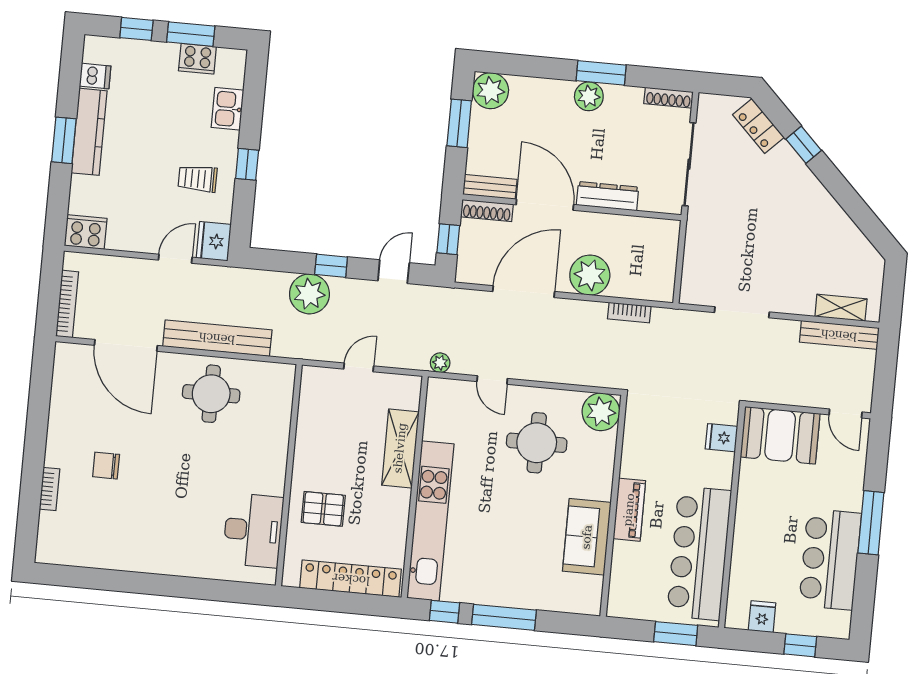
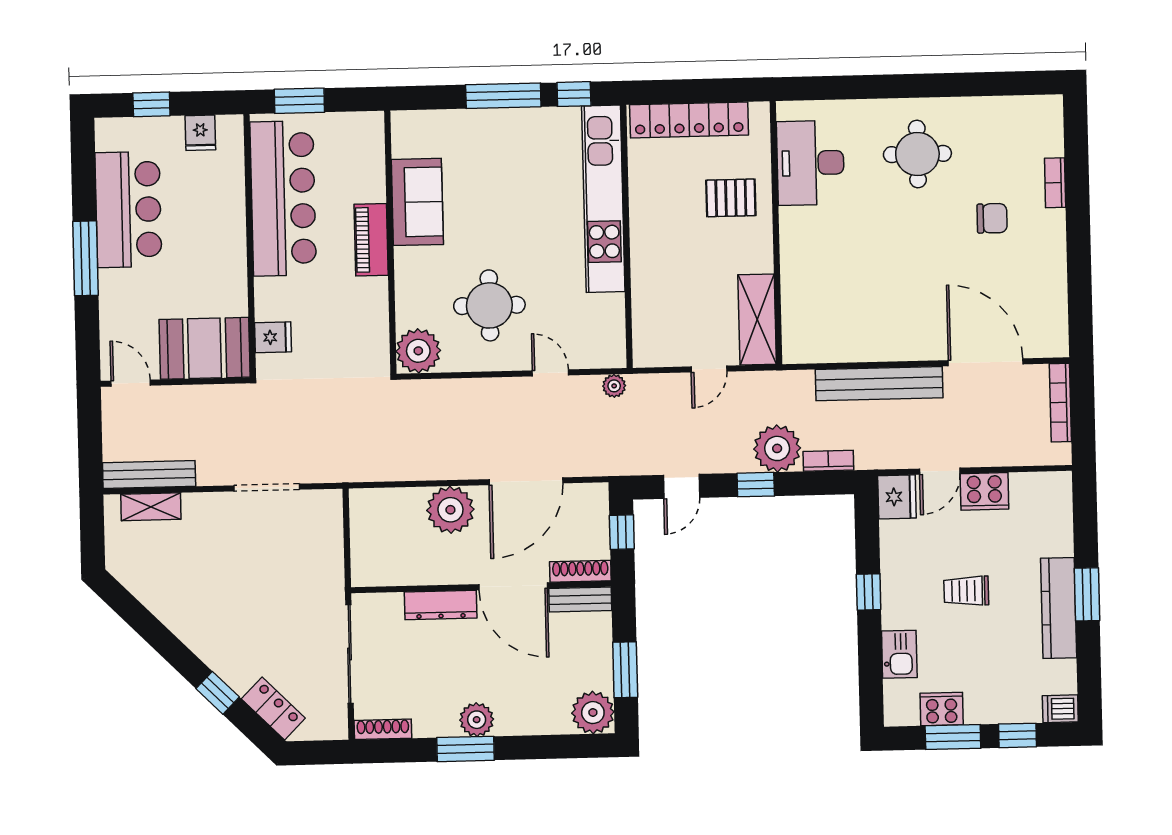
dishwasher: (95, 76) -> (1060, 709), moved
trolley: (198, 179) -> (966, 591), moved, turned 180
cooker: (86, 232) -> (984, 491), moved
bookcase: (629, 313) -> (828, 461), moved
round table: (211, 394) -> (917, 154), moved
shelving: (400, 448) -> (757, 320), moved

